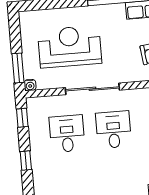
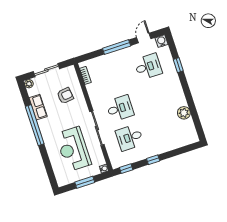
window: (18, 68) -> (85, 182), moved
desk: (113, 130) -> (120, 108), turned 180

